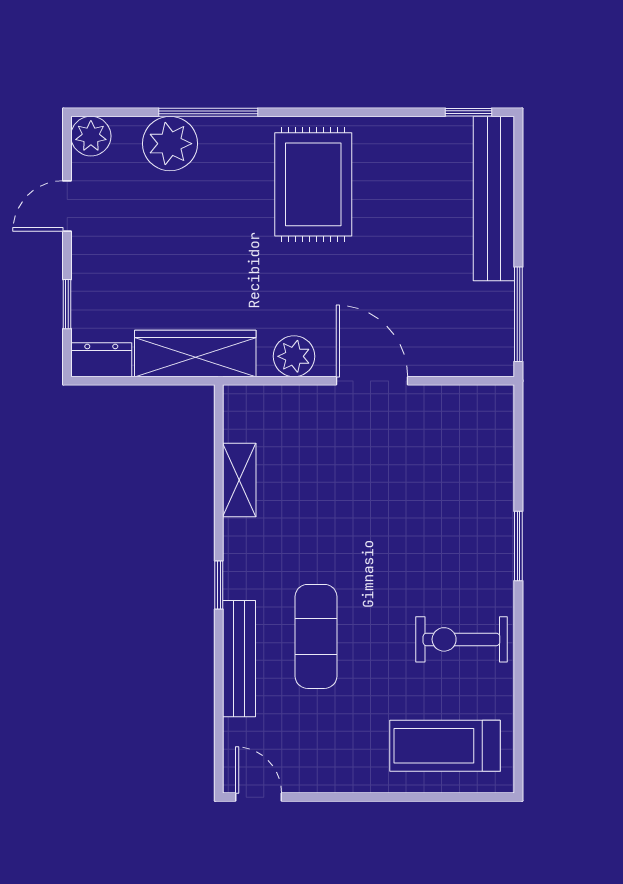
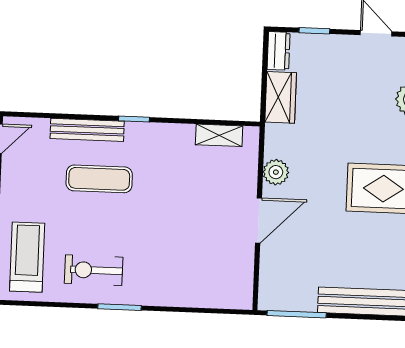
wardrobe: (195, 353) -> (281, 97), width x0.67
shelving: (239, 480) -> (219, 135), moved
window: (518, 546) -> (119, 307), moved
exercise bike: (461, 639) -> (94, 270), turned -90

